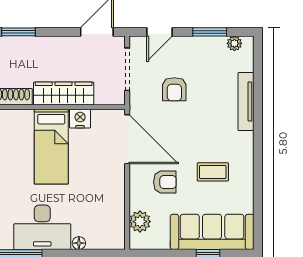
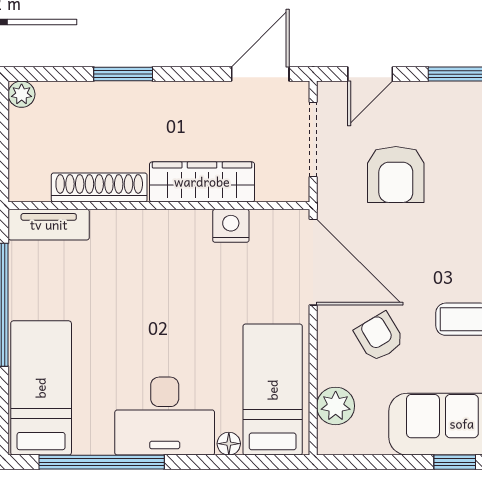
armchair: (174, 89) -> (396, 174), width x1.38, depth x1.38
bed: (51, 147) -> (273, 390), moved, turned 180
armchair: (165, 182) -> (379, 337), turned -121

